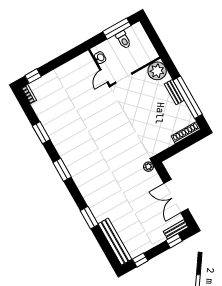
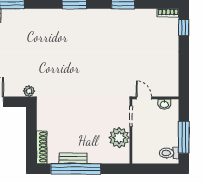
toilet: (123, 40) -> (169, 153), moved
plant: (157, 71) -> (119, 138), moved
bench: (174, 92) -> (73, 158), moved

